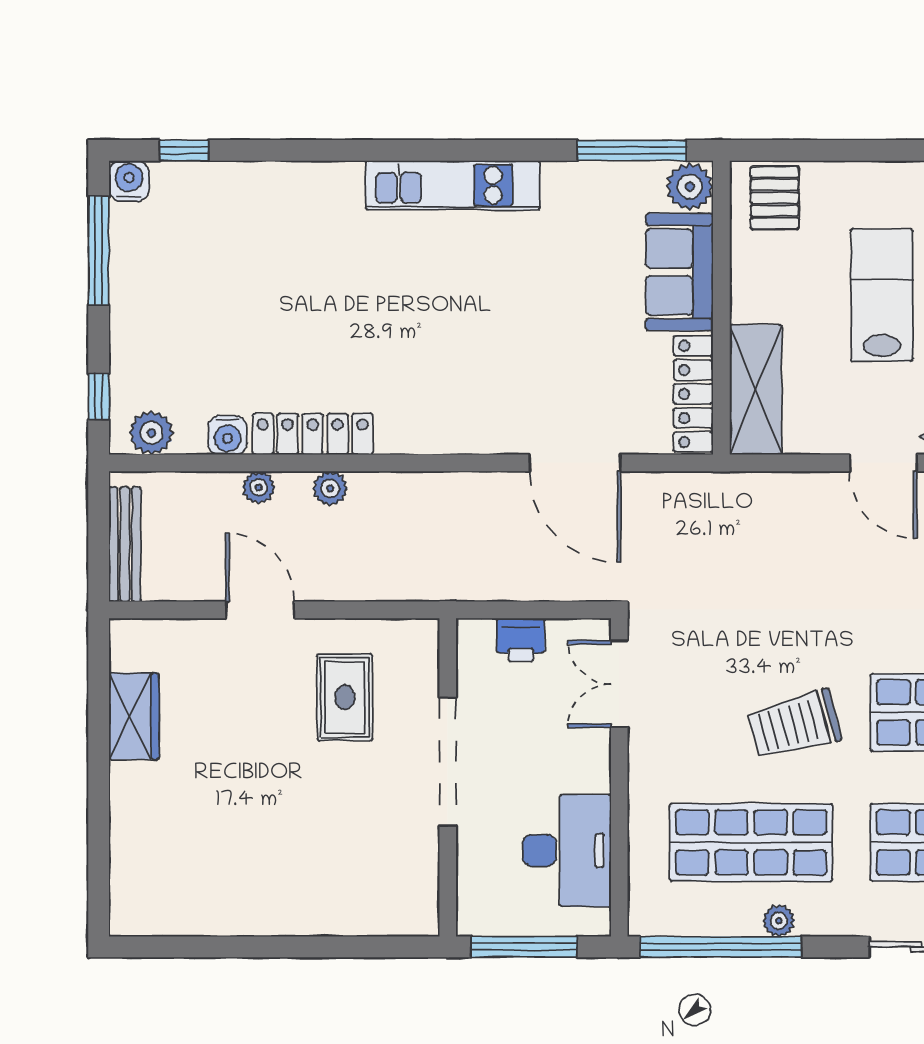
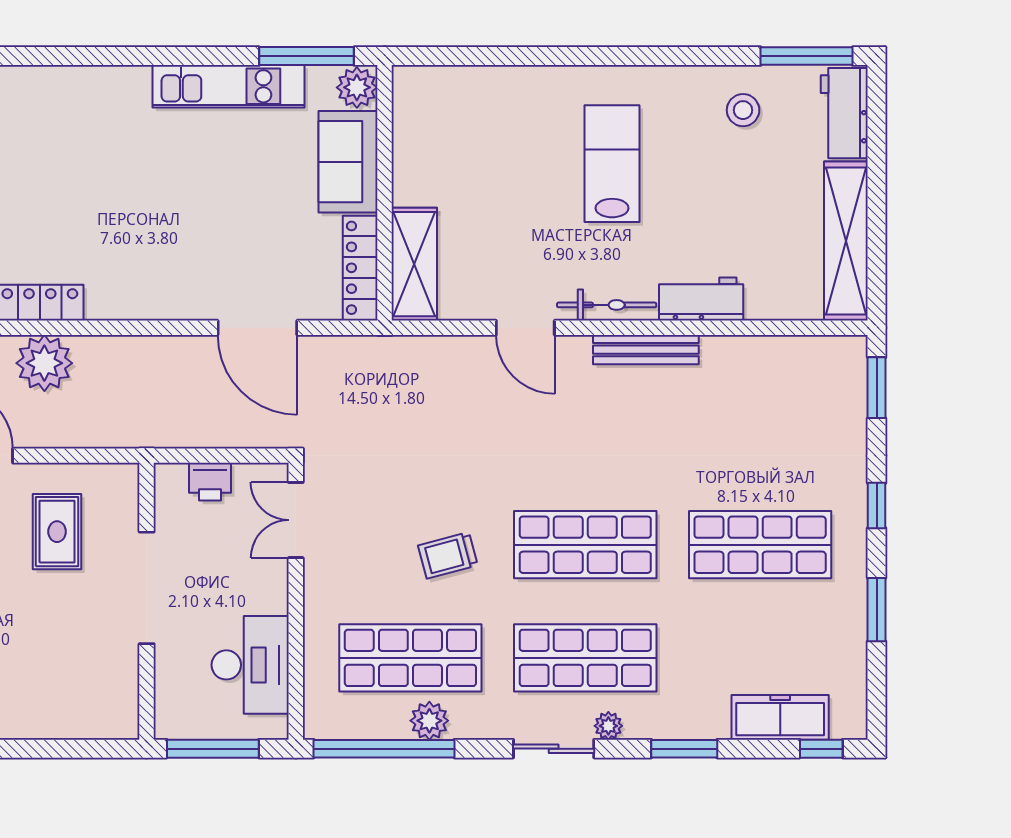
kitchen unit: (453, 185) -> (229, 86), moved
pallet: (775, 198) -> (431, 97), removed
lab bench: (882, 295) -> (524, 182), removed
plant: (330, 488) -> (44, 363), width x1.87, depth x1.87
trolley: (794, 725) -> (448, 555), width x0.73, depth x0.72
plant: (779, 921) -> (429, 721), width x1.38, depth x1.38

